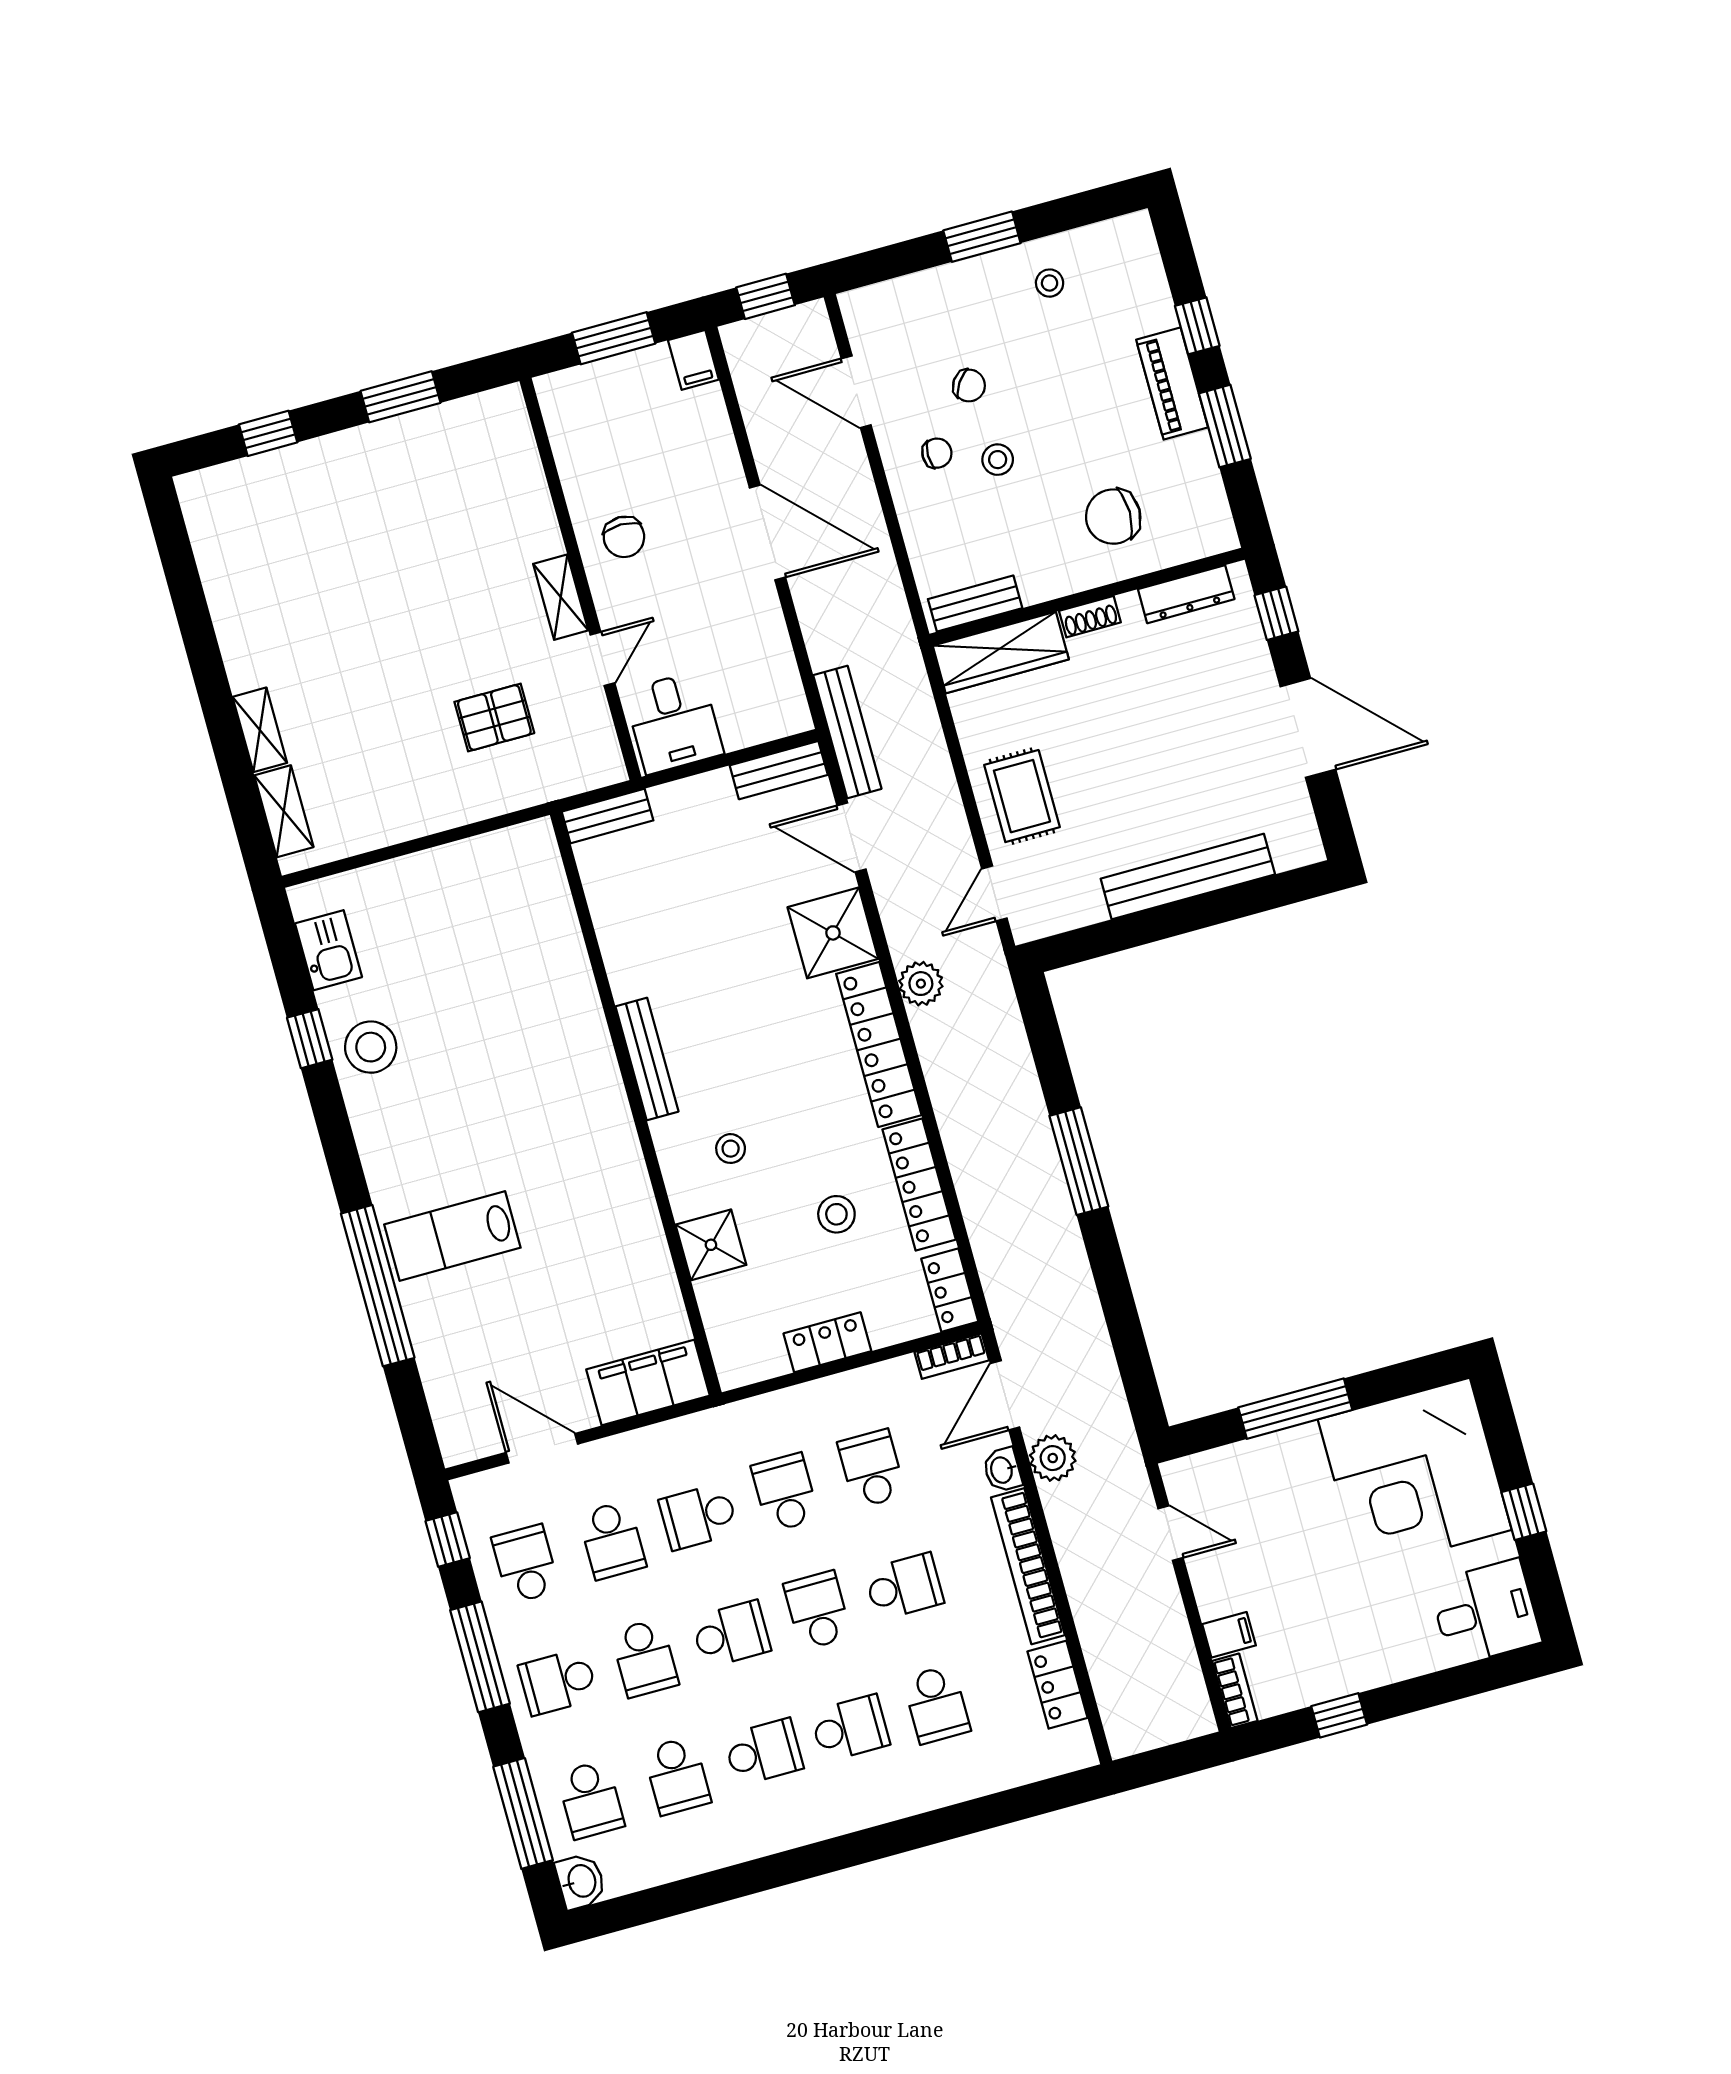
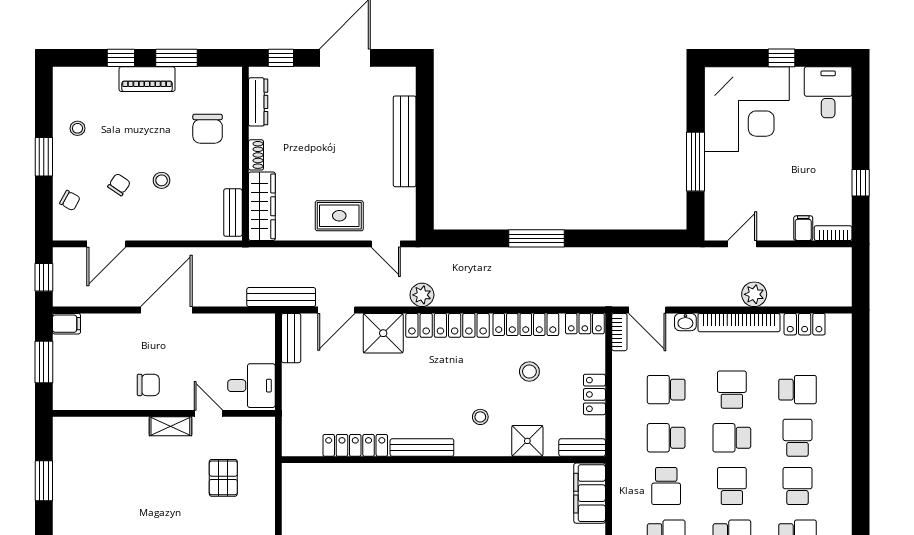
chair: (937, 453) -> (70, 201), moved, turned 119
bench: (608, 816) -> (582, 448), moved, turned 90
locker: (618, 938) -> (355, 445), added
plant: (1053, 1458) -> (754, 294), moved

